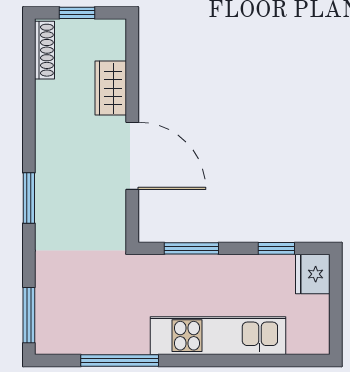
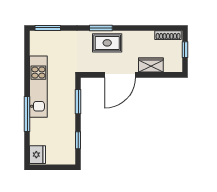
rug: (62, 184) -> (107, 43), added
fridge: (313, 274) -> (38, 155), moved, turned 90
kitchen unit: (218, 336) -> (38, 87), moved
window: (120, 361) -> (27, 114), moved

